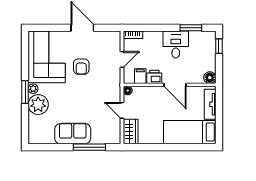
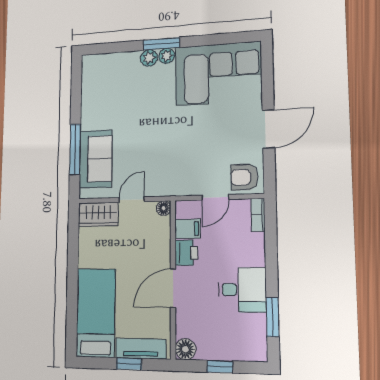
window: (219, 46) -> (220, 367), moved
door: (122, 59) -> (215, 197), hinge flipped
armchair: (81, 67) -> (244, 177), moved
plant: (38, 105) -> (149, 58), width x0.53, depth x0.53
window: (219, 111) -> (129, 364), added
sofa: (73, 134) -> (96, 159), moved

